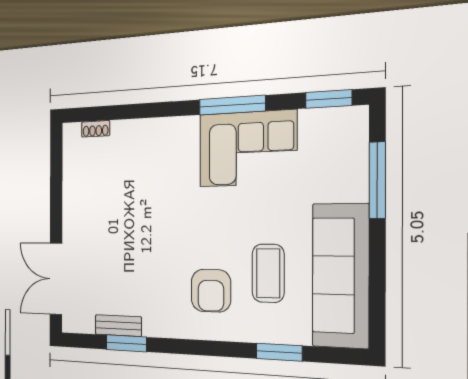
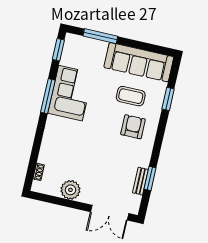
plant: (78, 197) -> (70, 190), added
armchair: (211, 291) -> (133, 127), turned -90

